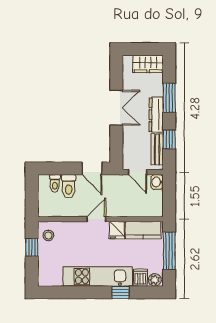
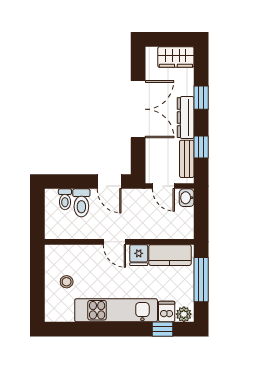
window: (169, 98) -> (201, 98), width x0.67
double door: (116, 108) -> (138, 109), width x1.37
door: (96, 219) -> (114, 242), swing flipped
stool: (48, 235) -> (67, 282), moved
window: (32, 247) -> (37, 275), removed
window: (121, 292) -> (163, 329), moved

